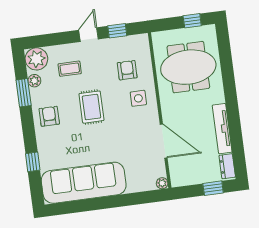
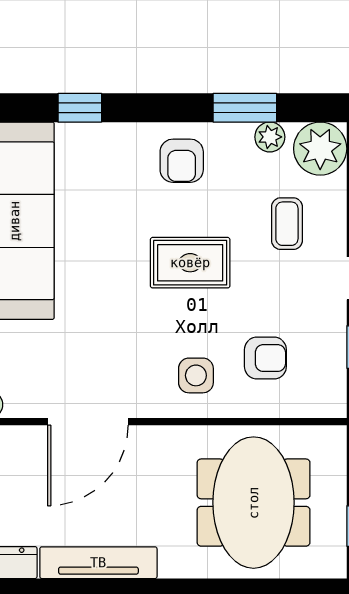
armchair: (49, 116) -> (182, 161), turned 90

